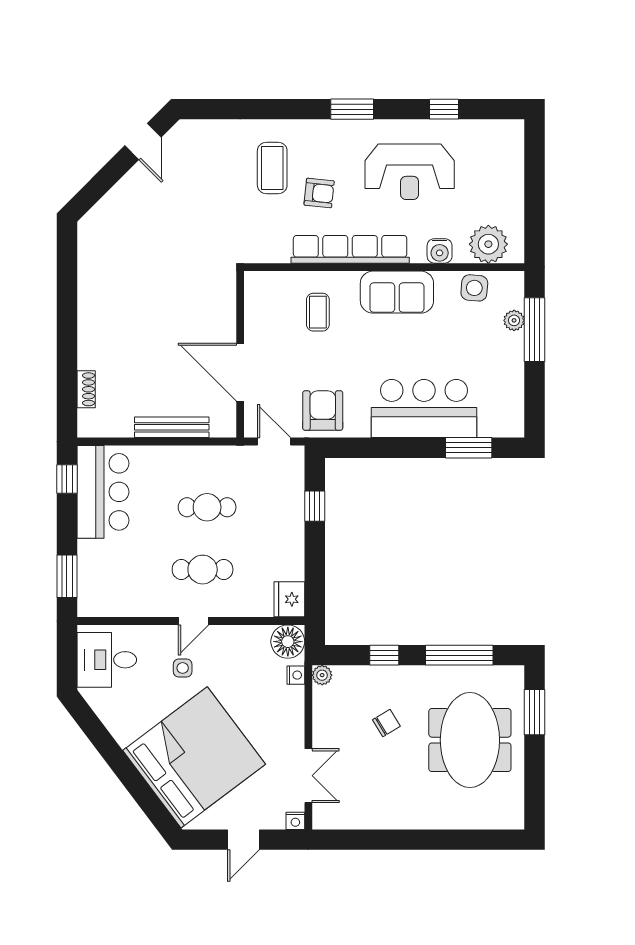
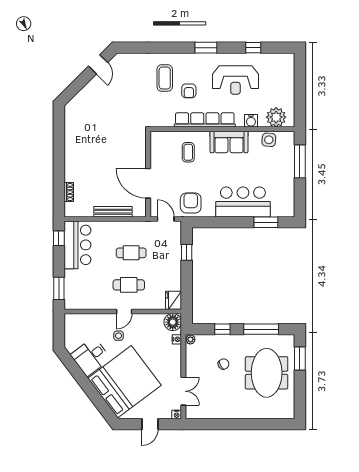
armchair: (319, 193) -> (189, 91), turned 84
plant: (514, 320) -> (289, 157), removed
desk: (107, 660) -> (91, 357), moved, turned -37

